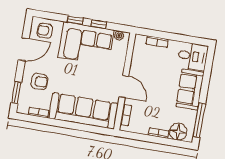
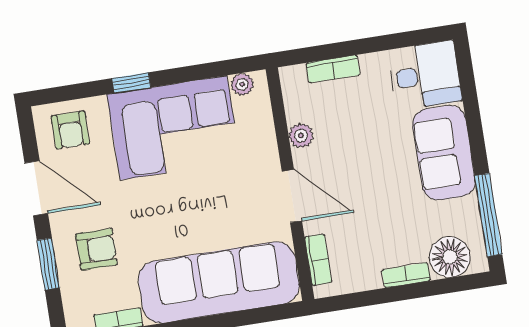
window: (99, 24) -> (187, 74), removed
armchair: (45, 31) -> (70, 130), turned -90
door: (24, 49) -> (36, 188), hinge flipped
plant: (136, 64) -> (301, 136), added
window: (16, 93) -> (48, 264), moved

